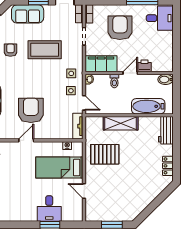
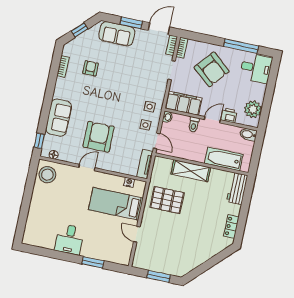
armchair: (120, 28) -> (212, 69), turned 130
coffee table: (45, 50) -> (127, 76), removed
plant: (165, 56) -> (253, 109), added
desk: (49, 208) -> (69, 239), moved

